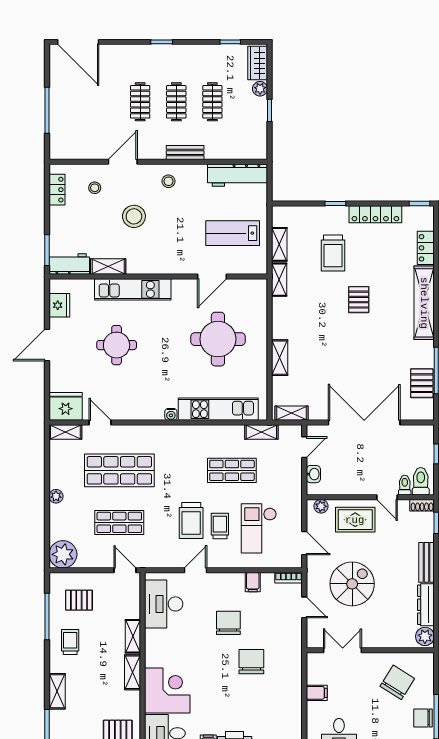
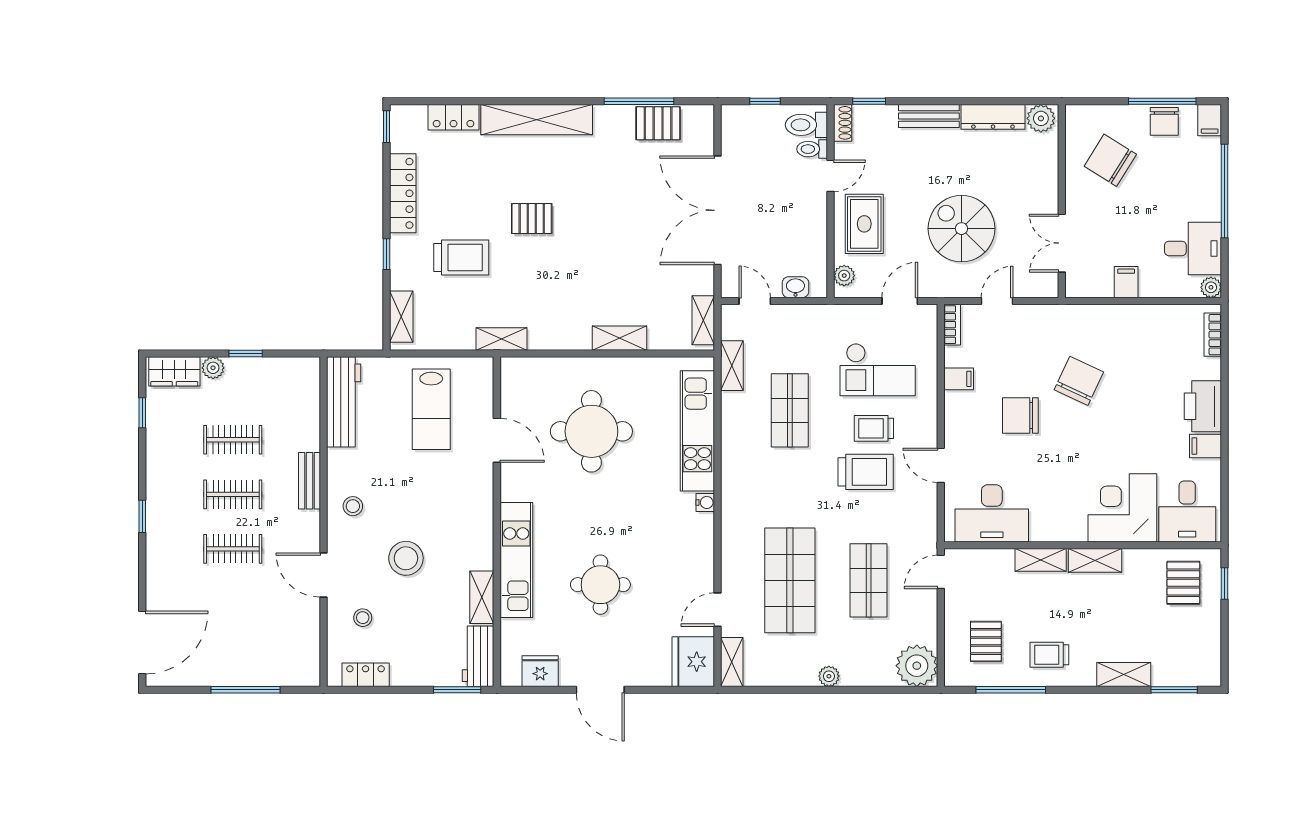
shelving: (279, 244) -> (401, 317), moved, turned 90
chair: (251, 662) -> (1079, 381), turned 115

